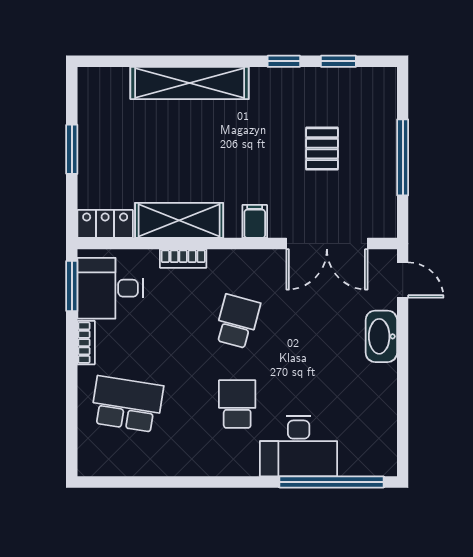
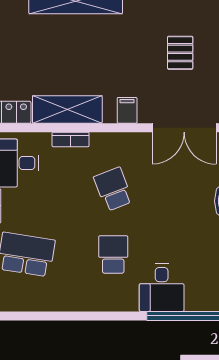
school desk: (237, 321) -> (113, 189), turned -36
desk: (299, 446) -> (162, 288), width x0.73

